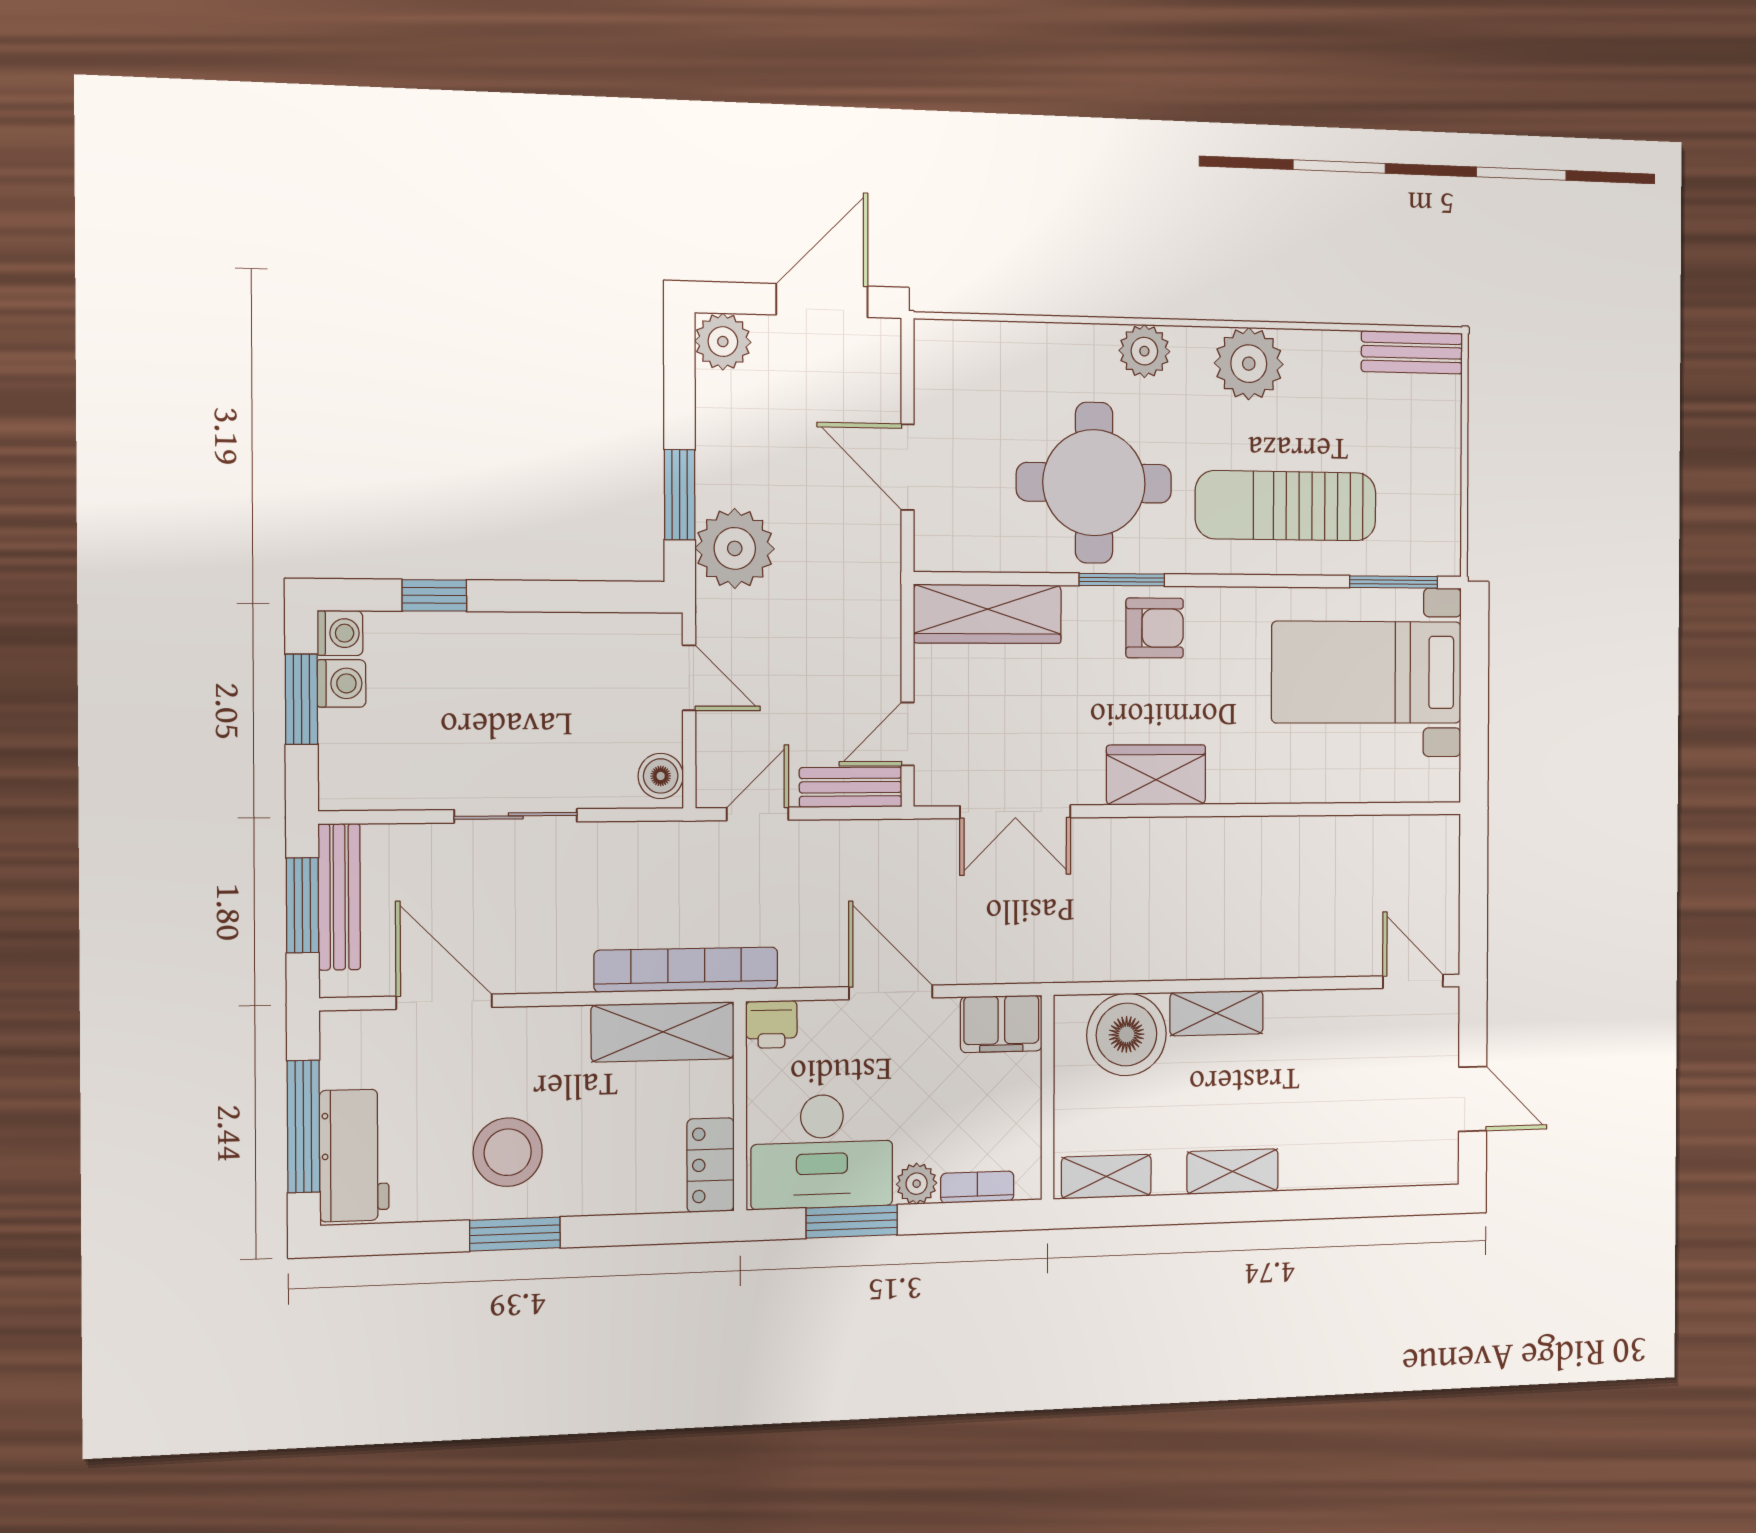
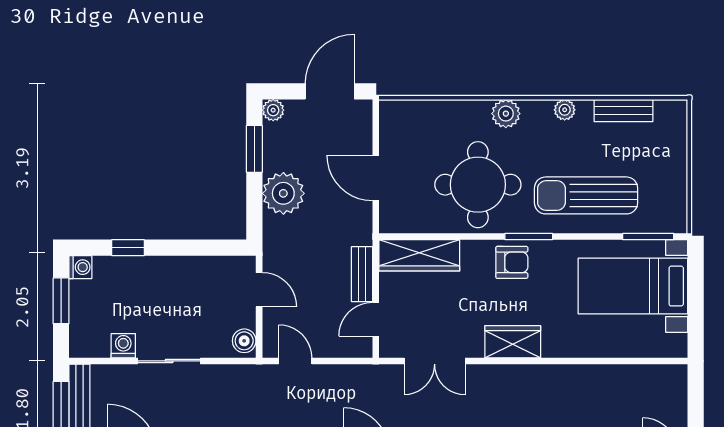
plant: (723, 342) -> (273, 110), width x0.73, depth x0.73
bench: (1412, 352) -> (624, 111), moved
plant: (1249, 364) -> (565, 110), width x0.53, depth x0.53
window: (680, 495) -> (254, 149), moved
plant: (735, 548) -> (283, 193), moved
window: (1122, 580) -> (529, 237), moved
washing machine: (342, 683) -> (123, 346), moved, turned -90
bench: (851, 787) -> (362, 274), moved, turned 90
door: (758, 814) -> (295, 361), hinge flipped

